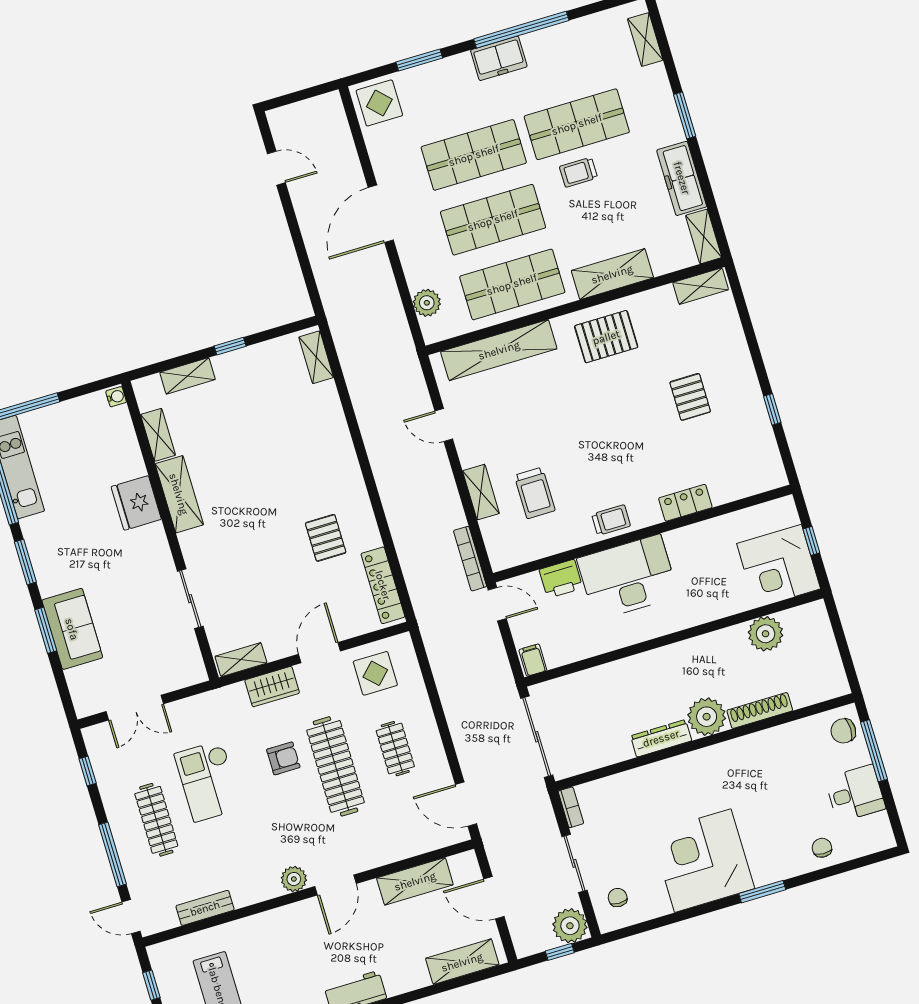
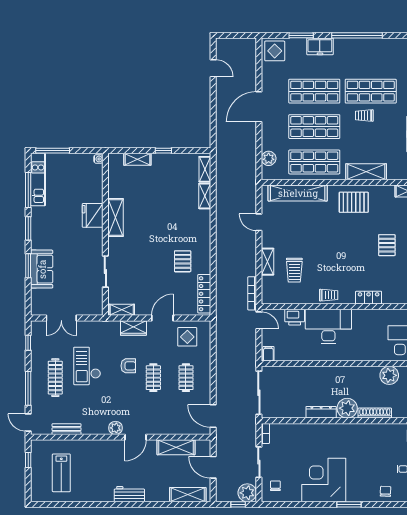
freezer: (499, 58) -> (320, 46), moved
shelving: (158, 435) -> (205, 196), moved
clothes rail: (336, 766) -> (153, 378), width x0.54, depth x0.76

